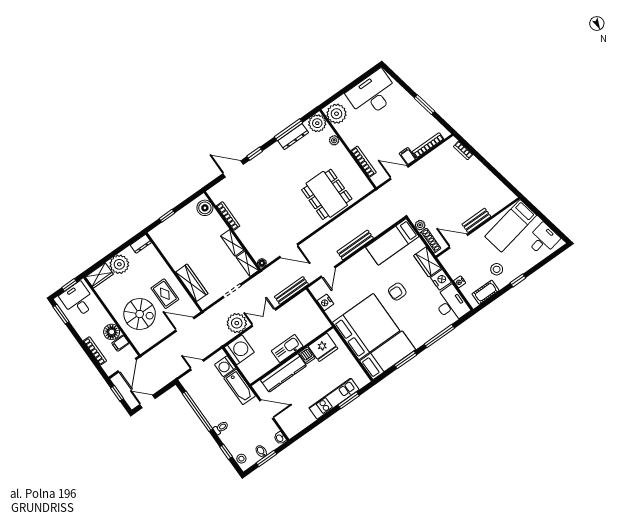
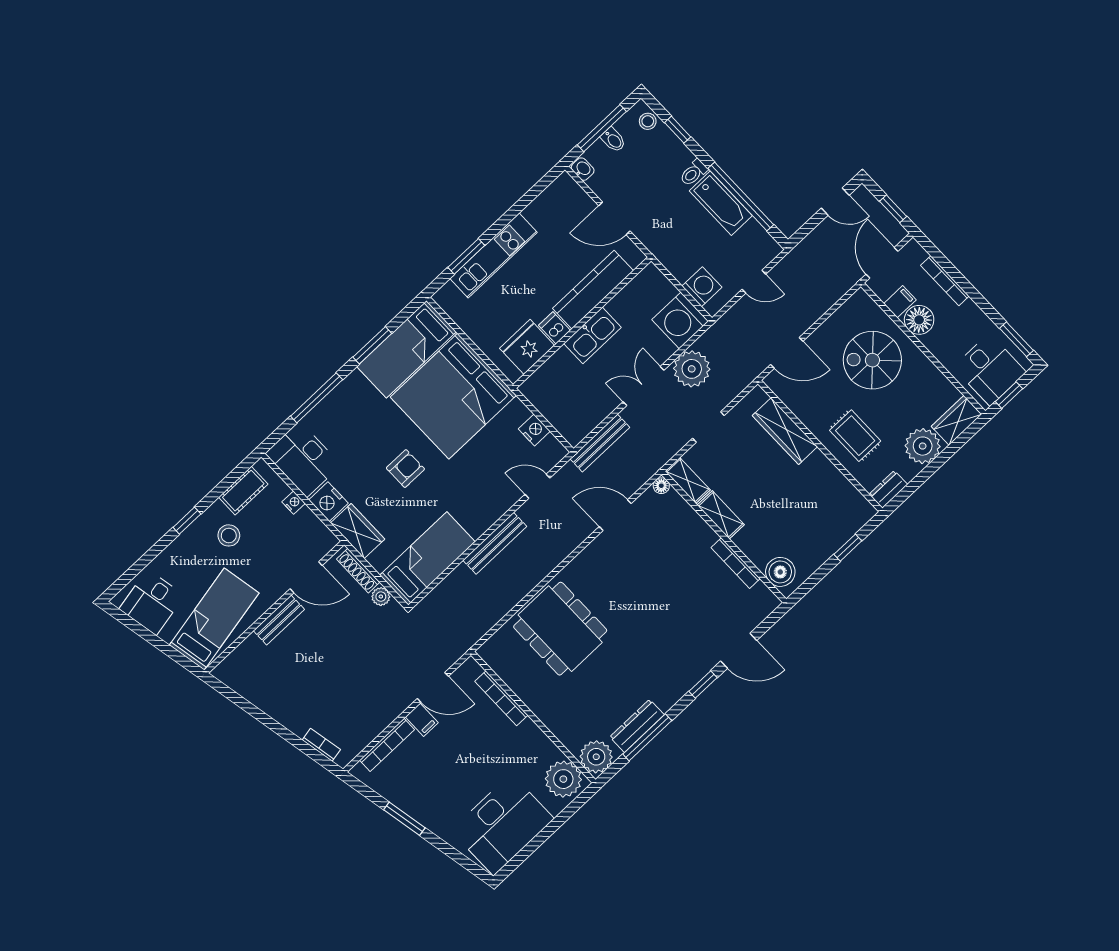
plant: (334, 140) -> (561, 730), removed
door: (328, 272) -> (538, 486), hinge flipped
rug: (165, 294) -> (855, 436), moved
double door: (264, 318) -> (644, 386), swing flipped
bathtub: (240, 387) -> (721, 203), moved, turned 180
window: (266, 458) -> (602, 128), width x1.44

